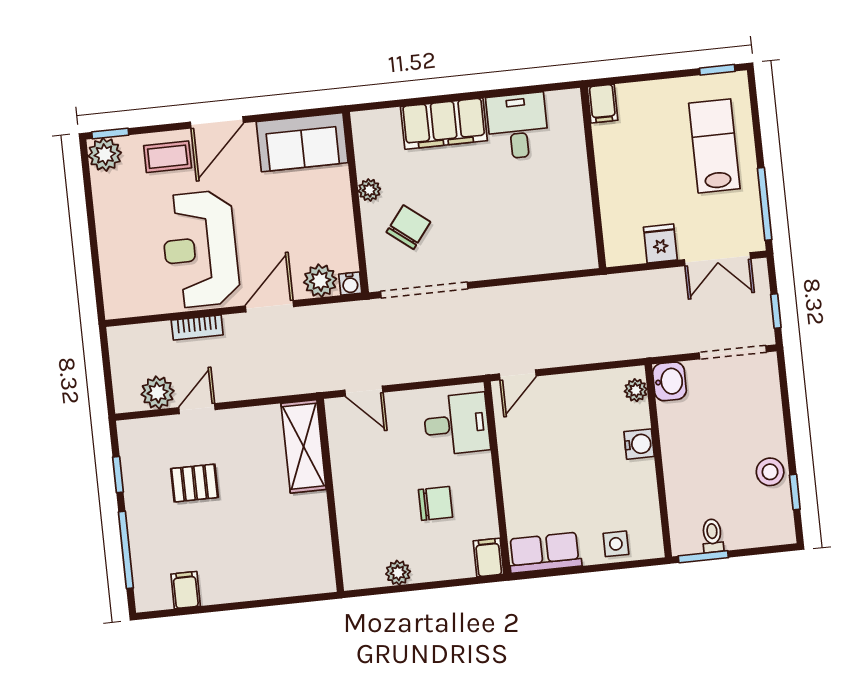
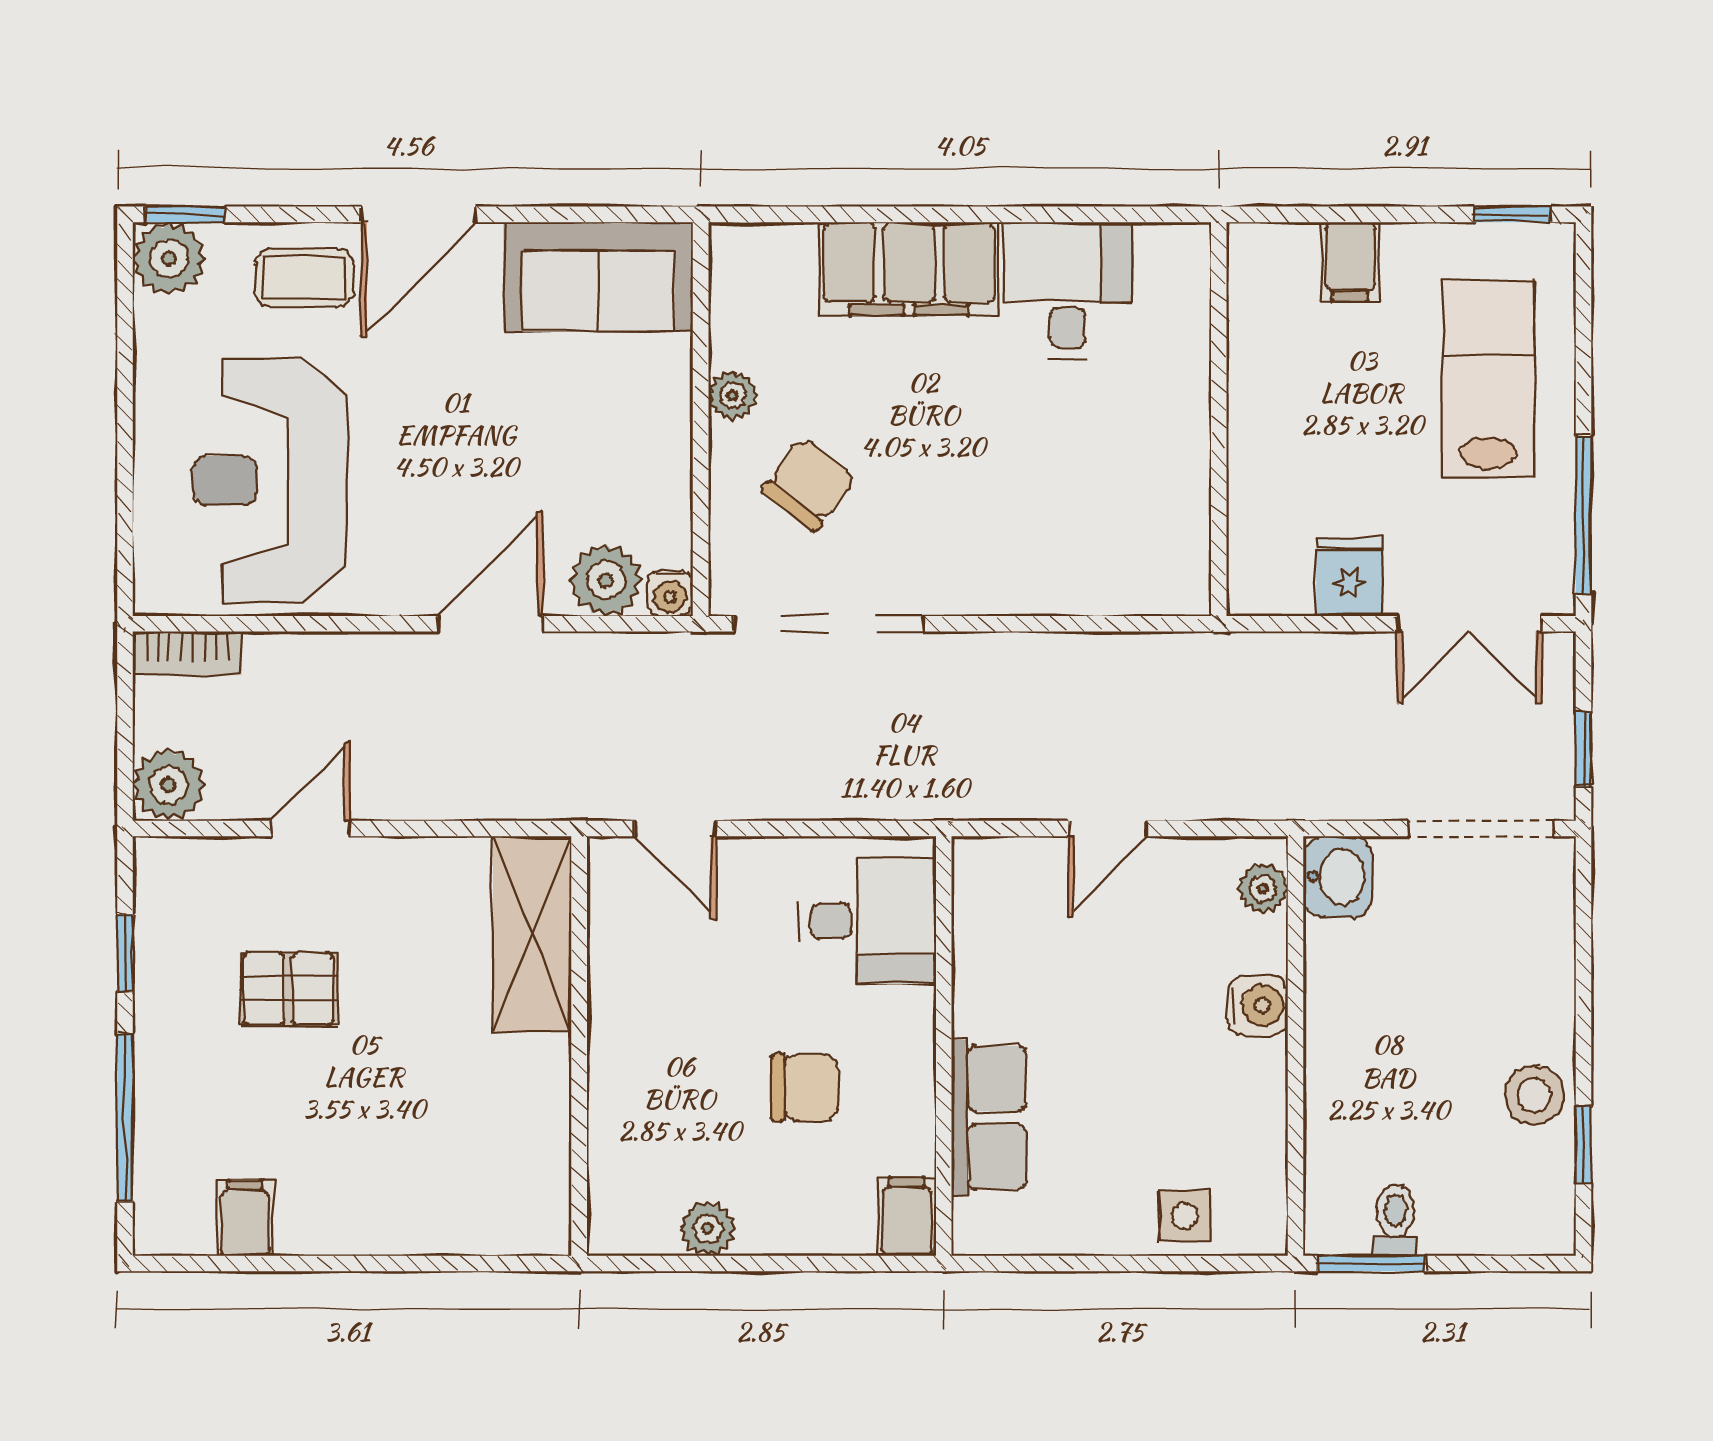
filing cabinet: (603, 104) -> (1350, 262), moved
reception desk: (200, 249) -> (270, 481), moved
bookcase: (197, 327) -> (187, 653), moved
door: (518, 375) -> (1108, 828), moved
plant: (158, 393) -> (169, 785), moved
row of seats: (545, 553) -> (989, 1117), moved, turned 90

